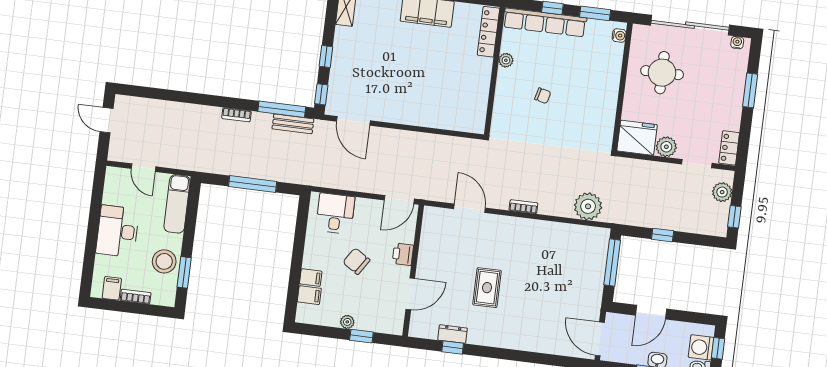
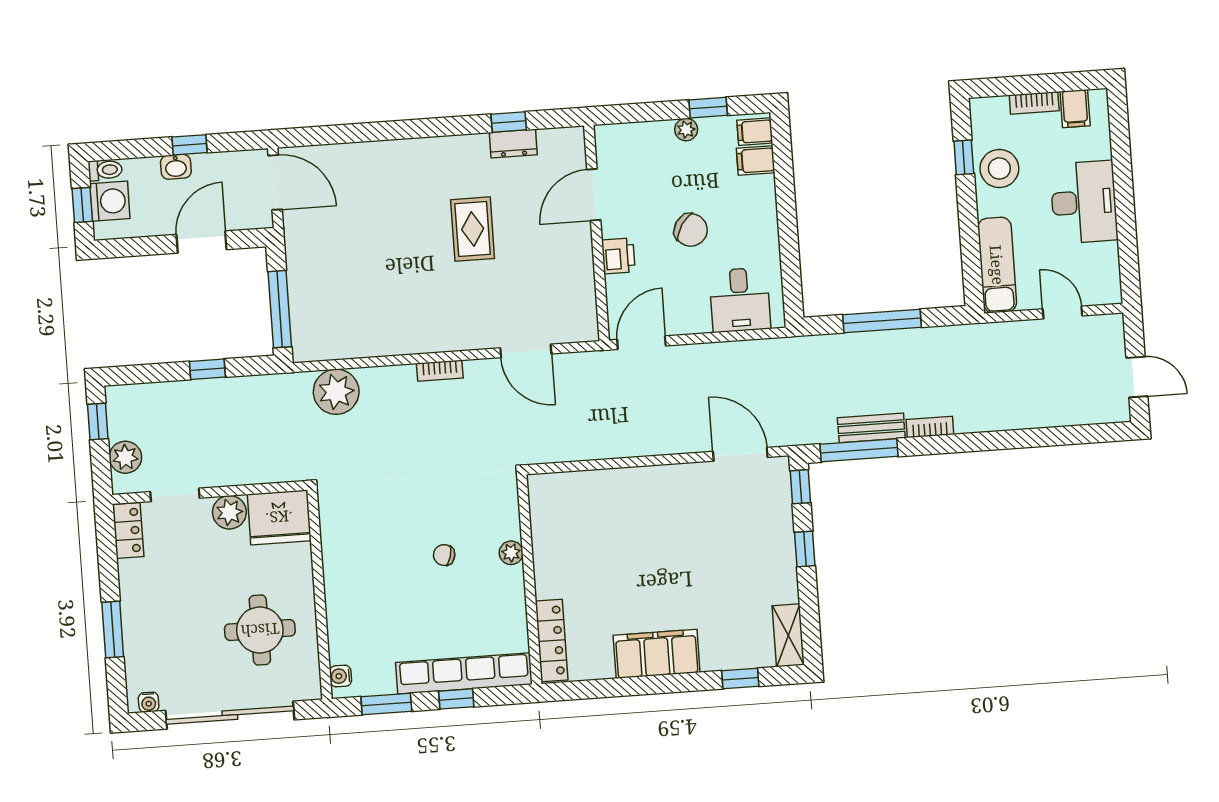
plant: (506, 60) -> (511, 553), moved
bench: (293, 124) -> (871, 428), moved
window: (184, 272) -> (964, 157), width x0.67
filing cabinet: (311, 278) -> (755, 132), moved
window: (361, 336) -> (708, 108), moved

